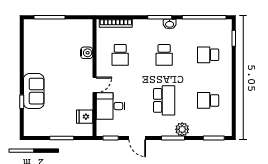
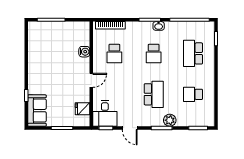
school desk: (208, 55) -> (193, 53), width x1.85
sofa: (34, 91) -> (37, 111), moved
desk: (111, 106) -> (105, 113), moved, turned -90

